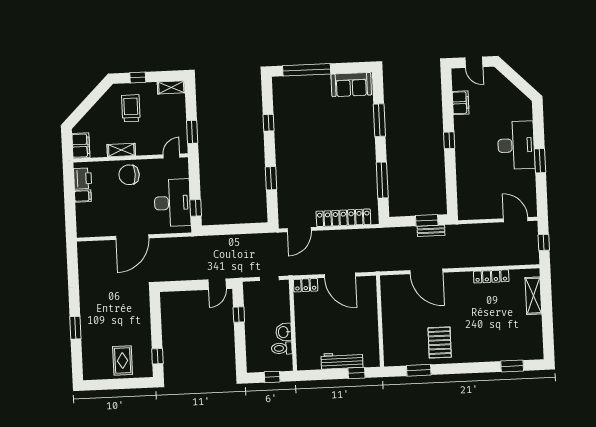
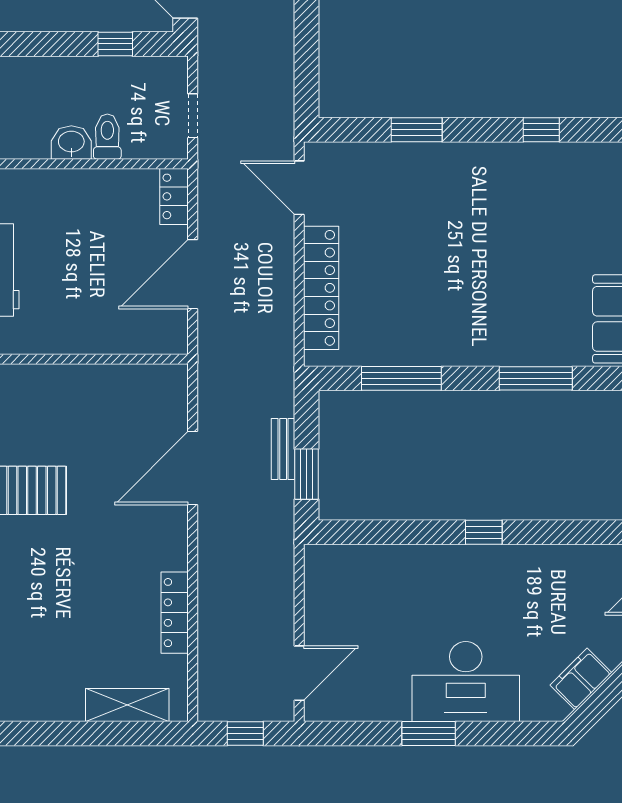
filing cabinet: (461, 103) -> (581, 679), moved, turned 135
bench: (431, 231) -> (283, 449), moved
toilet: (282, 348) -> (107, 137), moved

